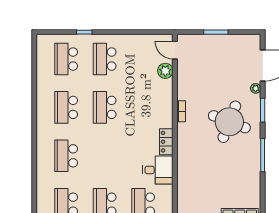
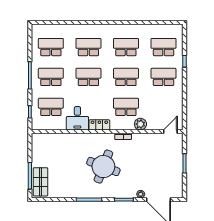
plant: (165, 71) -> (140, 124), moved
school desk: (143, 107) -> (126, 107), added
round table: (229, 122) -> (103, 167), moved
school desk: (105, 156) -> (88, 77), added

